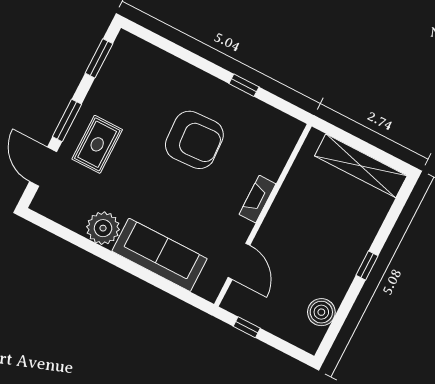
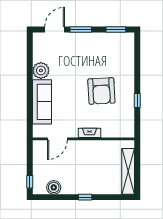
rug: (97, 144) -> (77, 49), removed
window: (247, 327) -> (30, 182), moved

